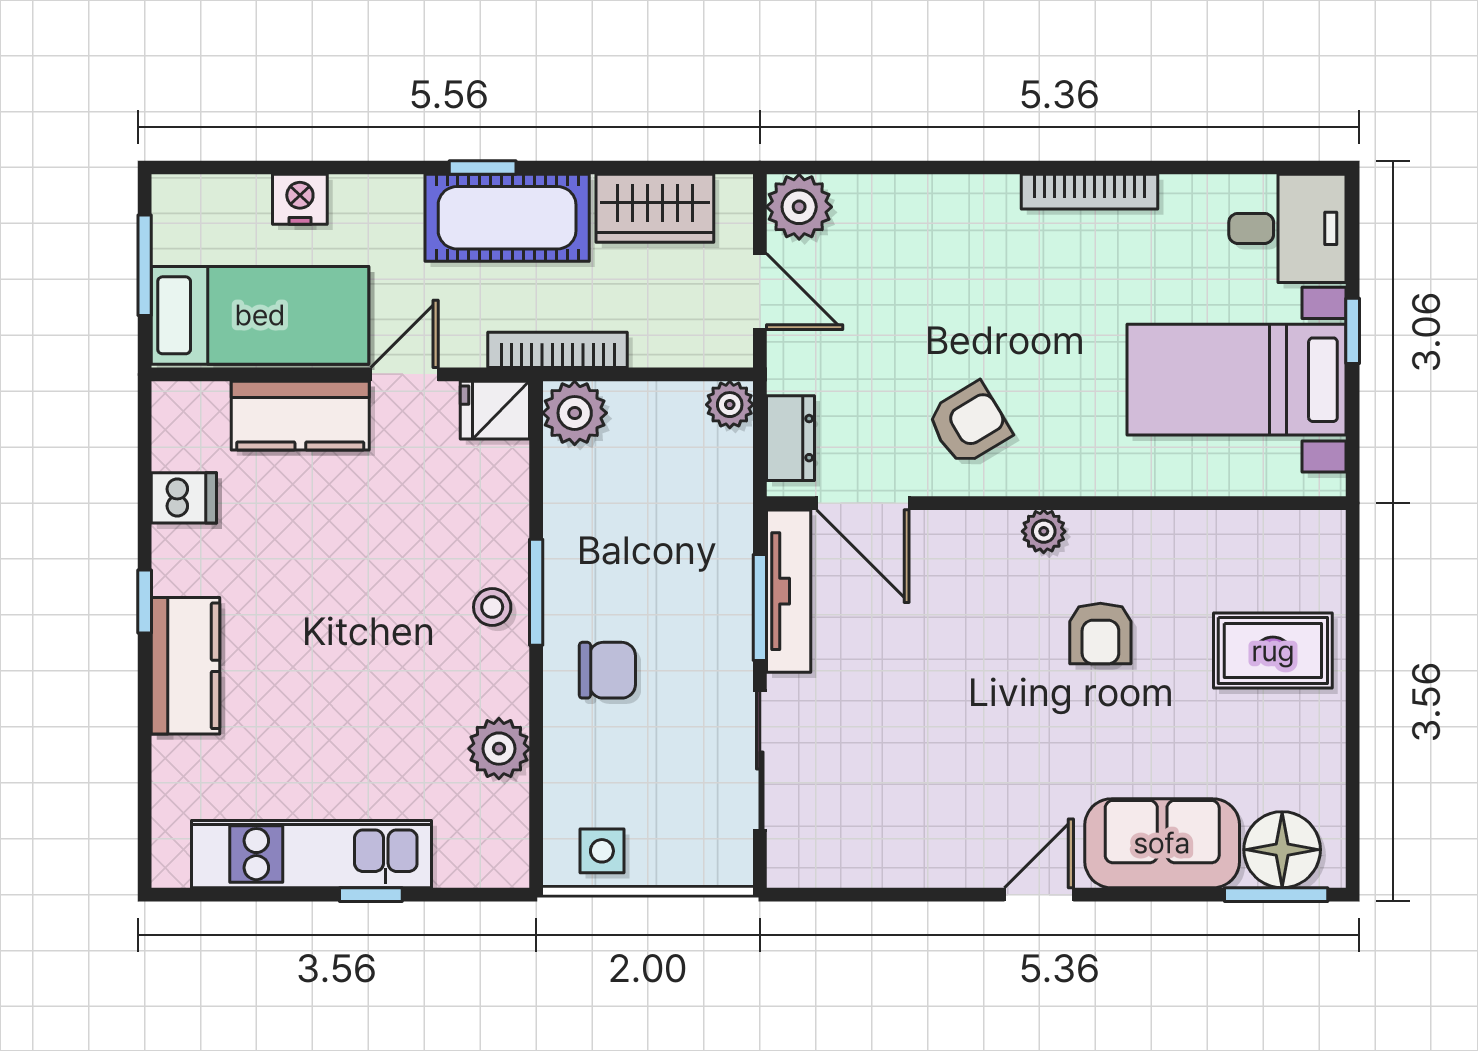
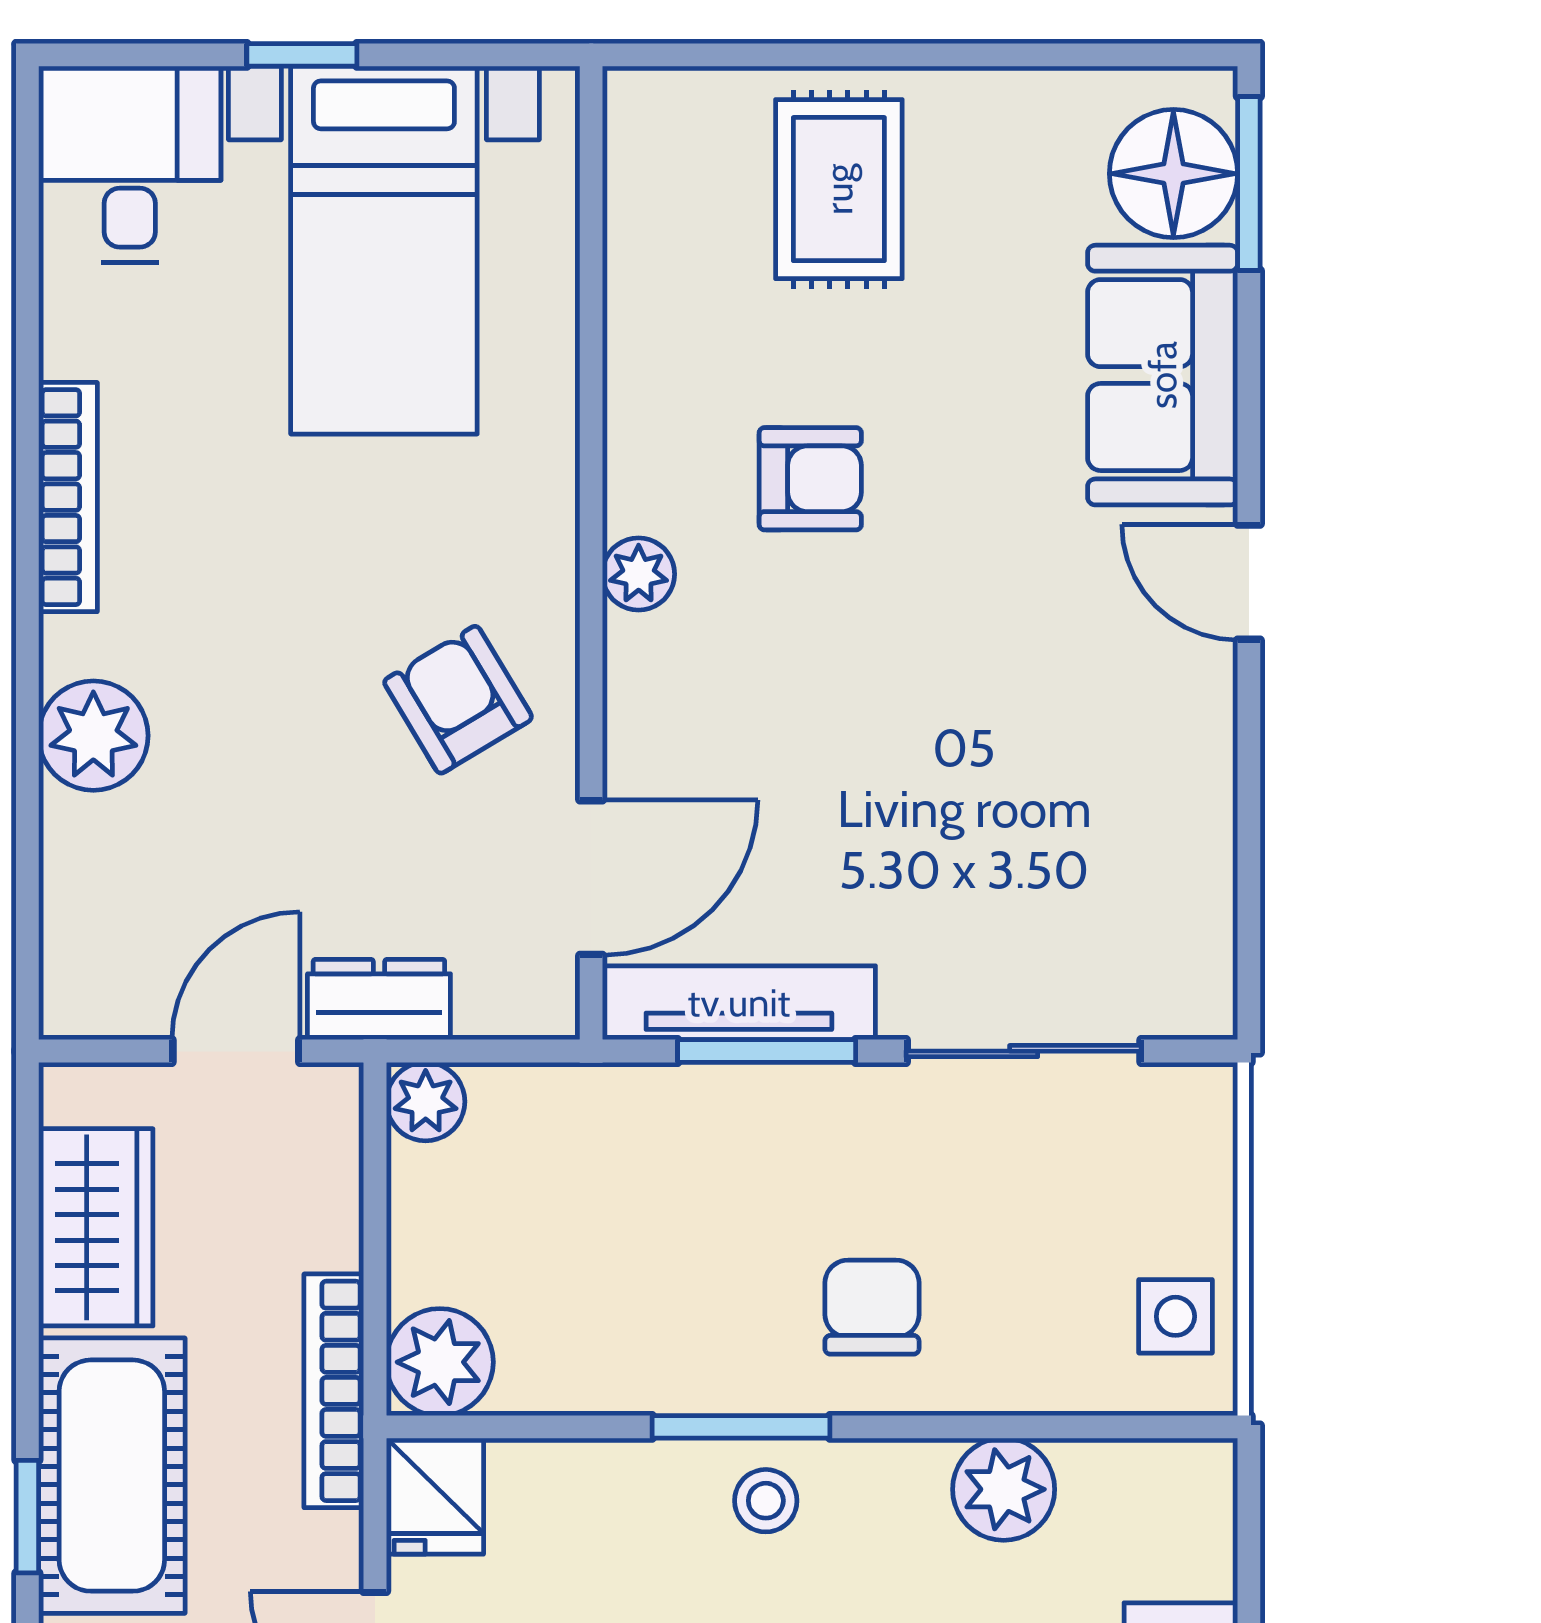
plant: (799, 207) -> (93, 736), moved
dresser: (790, 438) -> (379, 1000), moved

